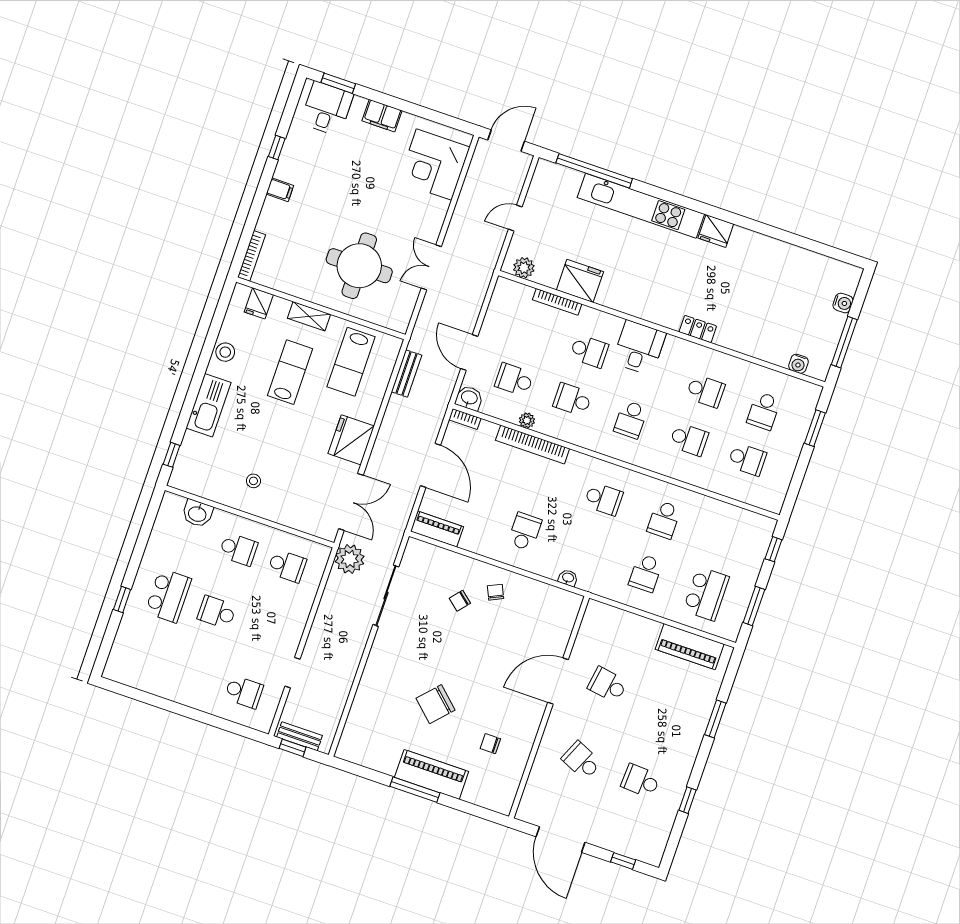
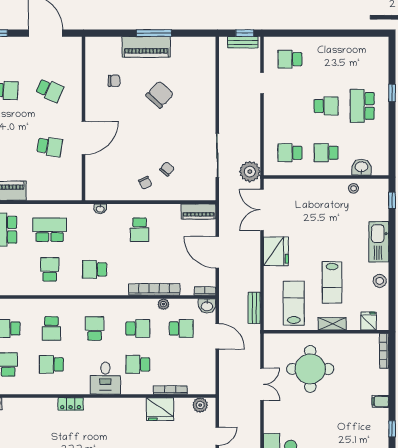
school desk: (689, 439) -> (51, 328), turned -90
stool: (253, 481) -> (354, 188), moved
school desk: (646, 573) -> (50, 230), width x1.85

